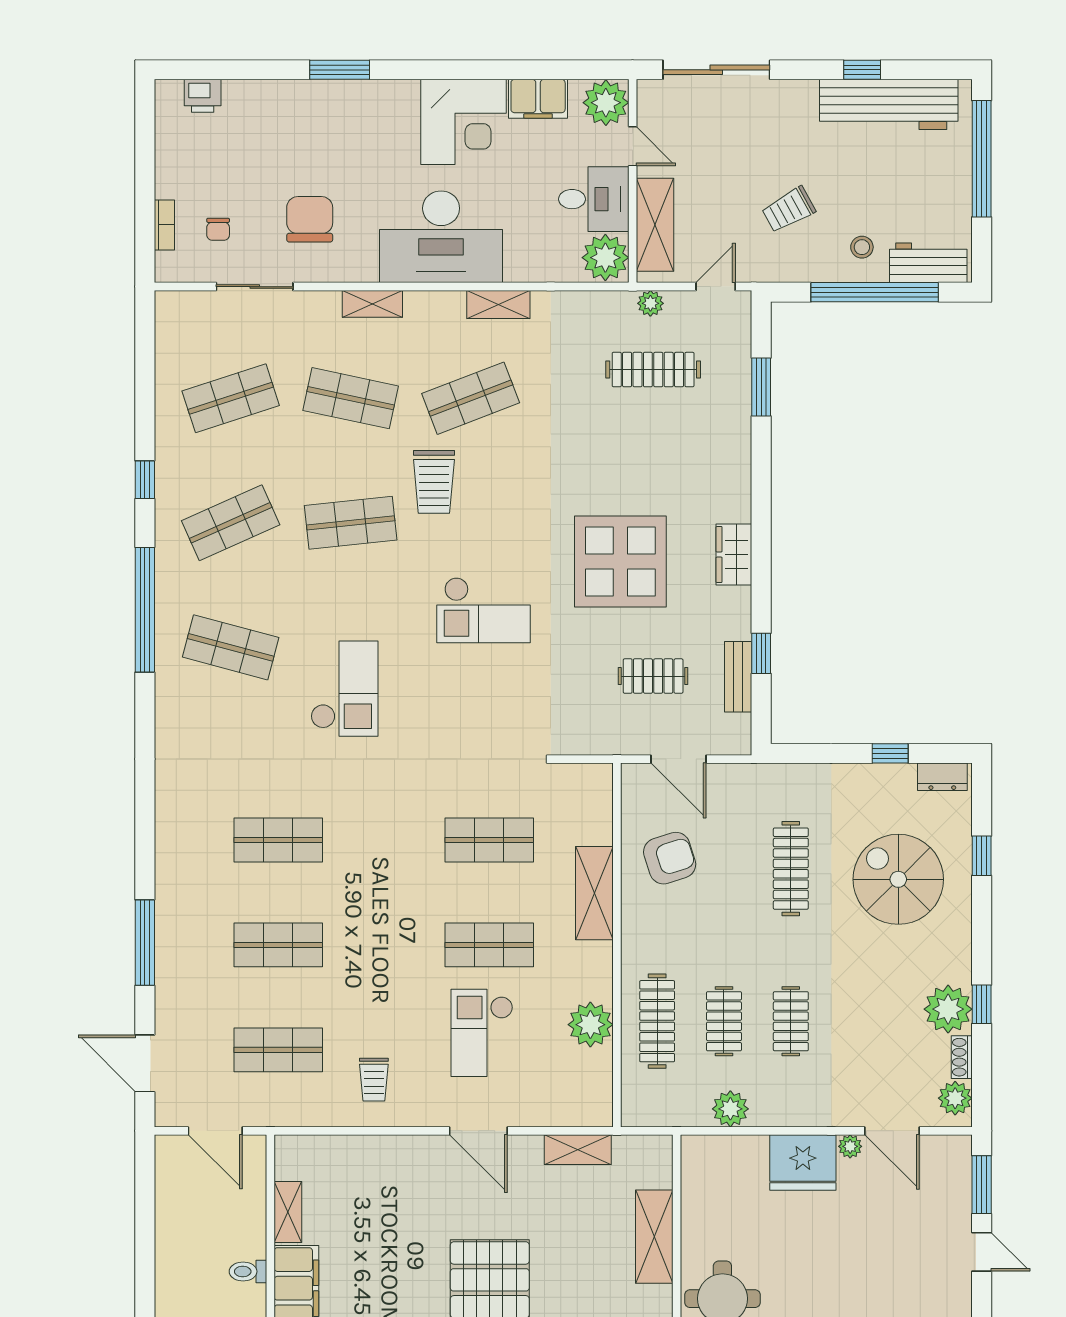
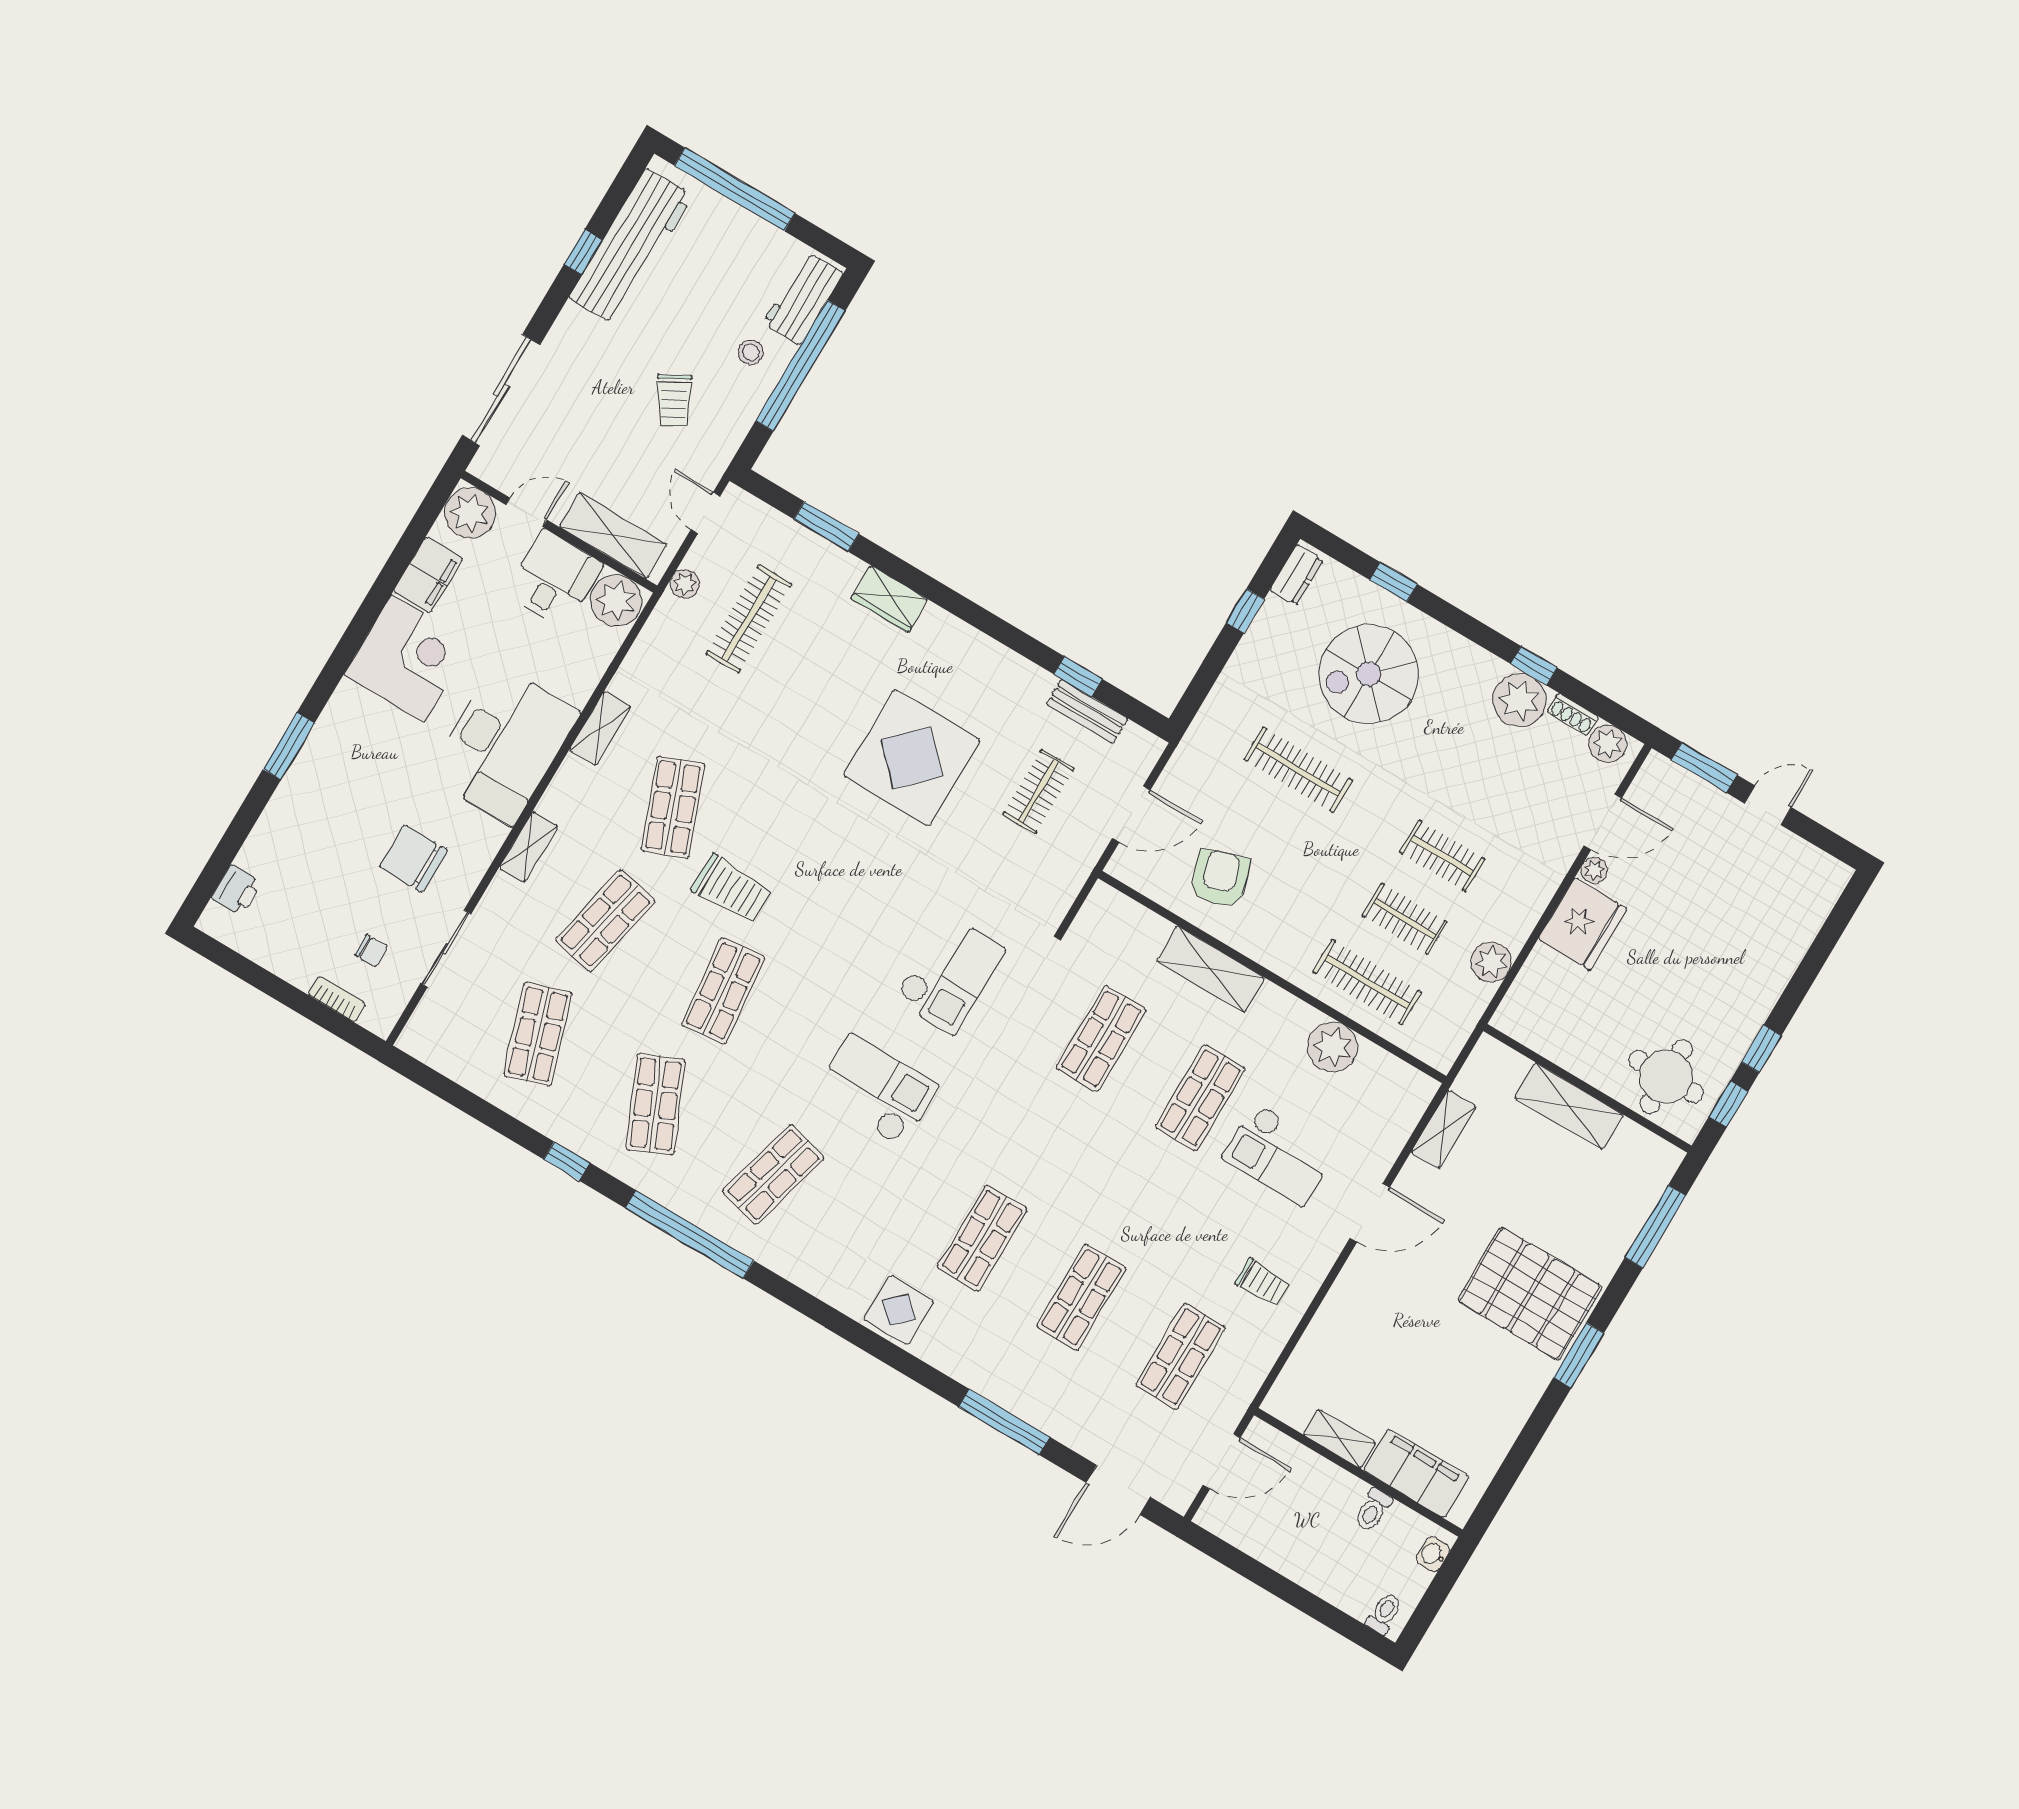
wardrobe: (734, 555) -> (889, 599), moved
checkout: (483, 610) -> (949, 974), moved
display table: (183, 808) -> (899, 1310), added

